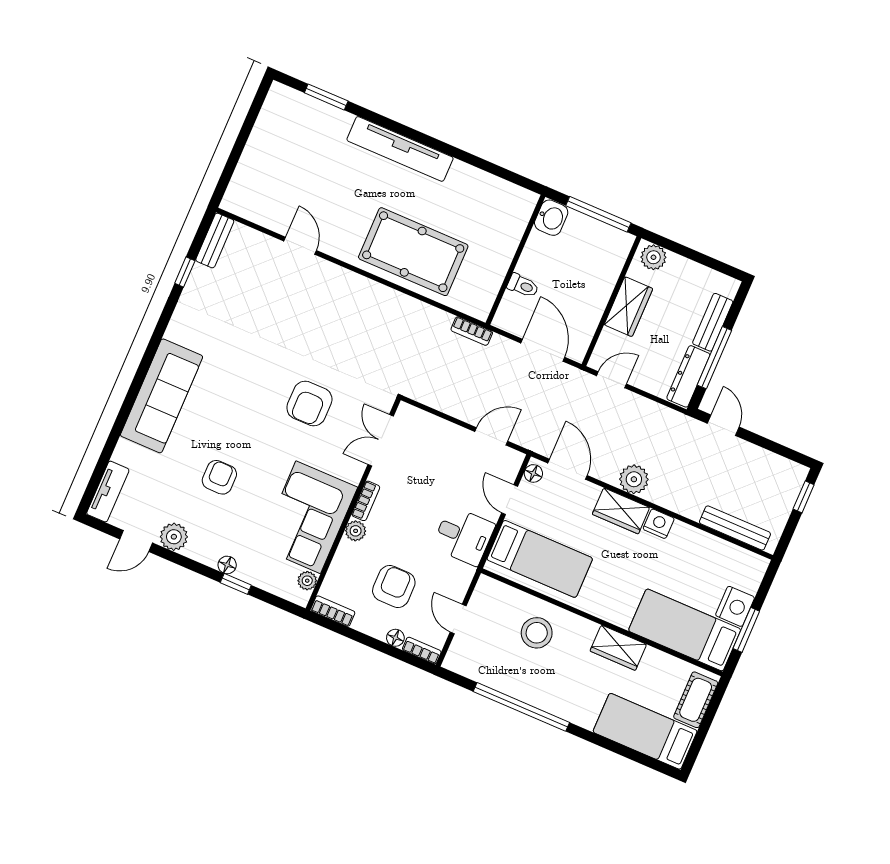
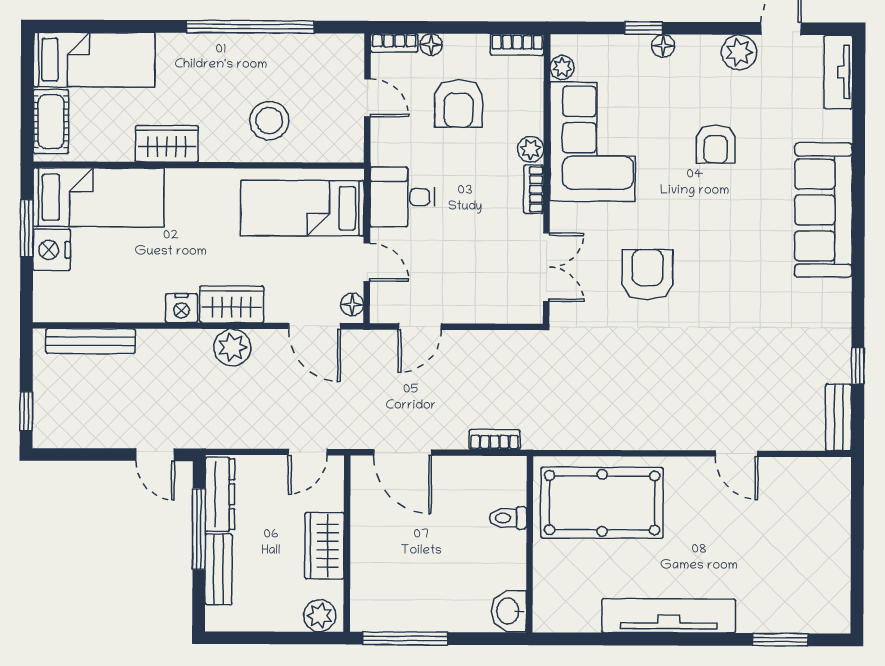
washbasin: (551, 218) -> (509, 611), moved
wall: (515, 260) -> (530, 544), moved
toilet: (523, 286) -> (508, 518), moved

